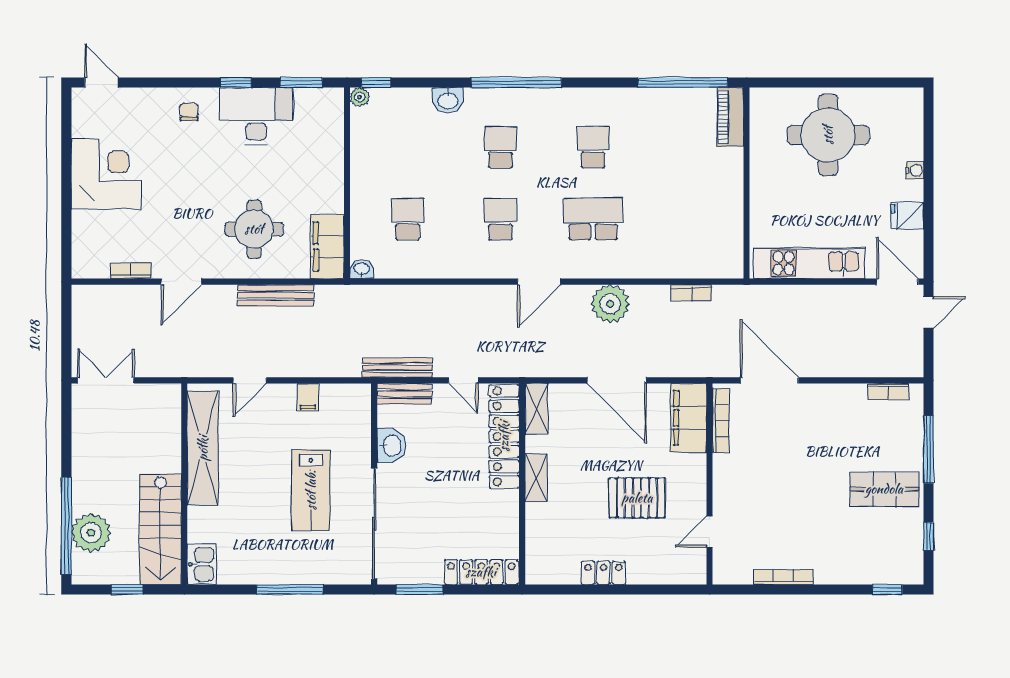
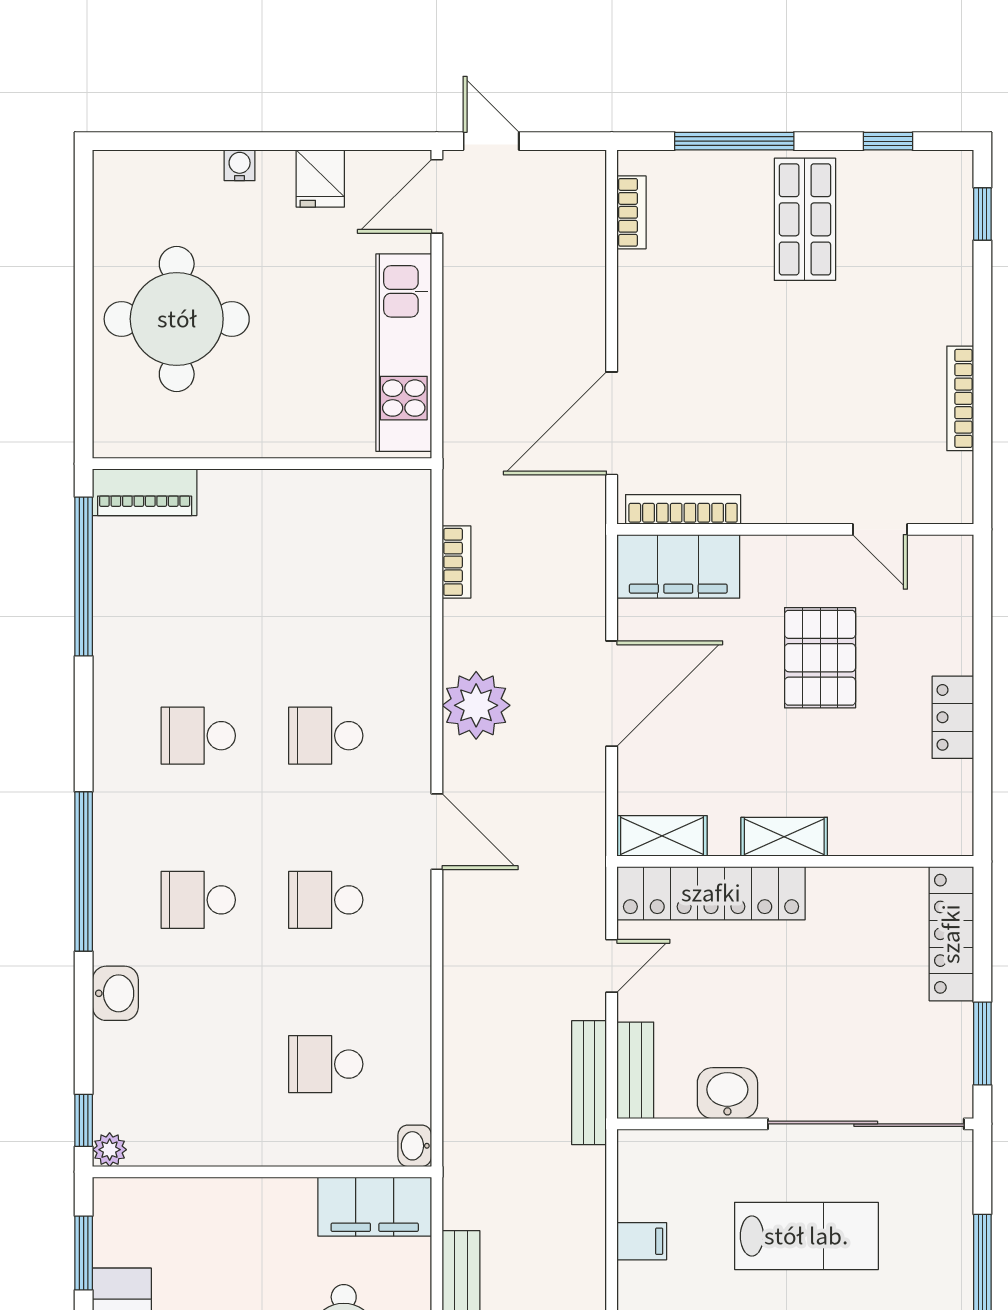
school desk: (593, 219) -> (326, 736), width x0.54

